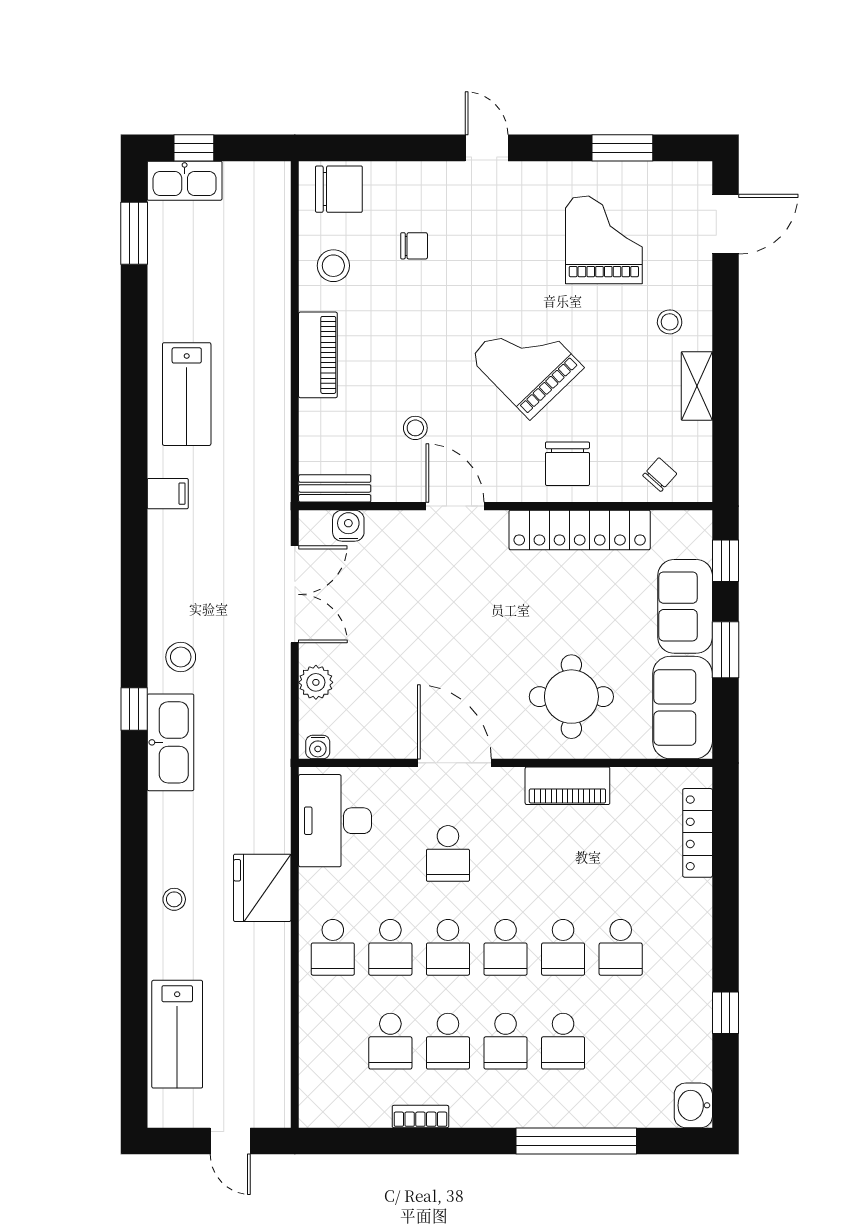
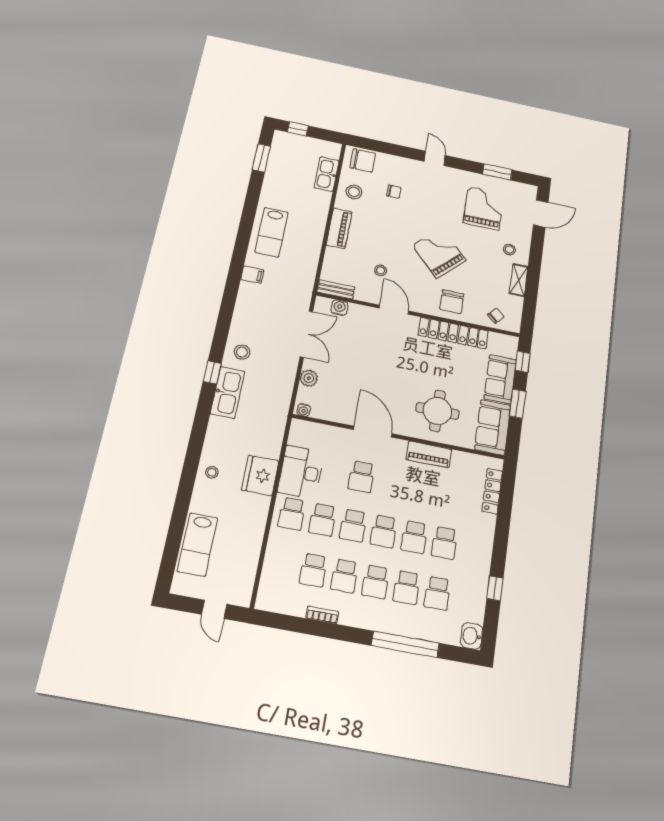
kitchen sink: (185, 181) -> (327, 174), moved, turned 90
desk: (335, 821) -> (301, 472), moved
school desk: (621, 1041) -> (437, 593), added

